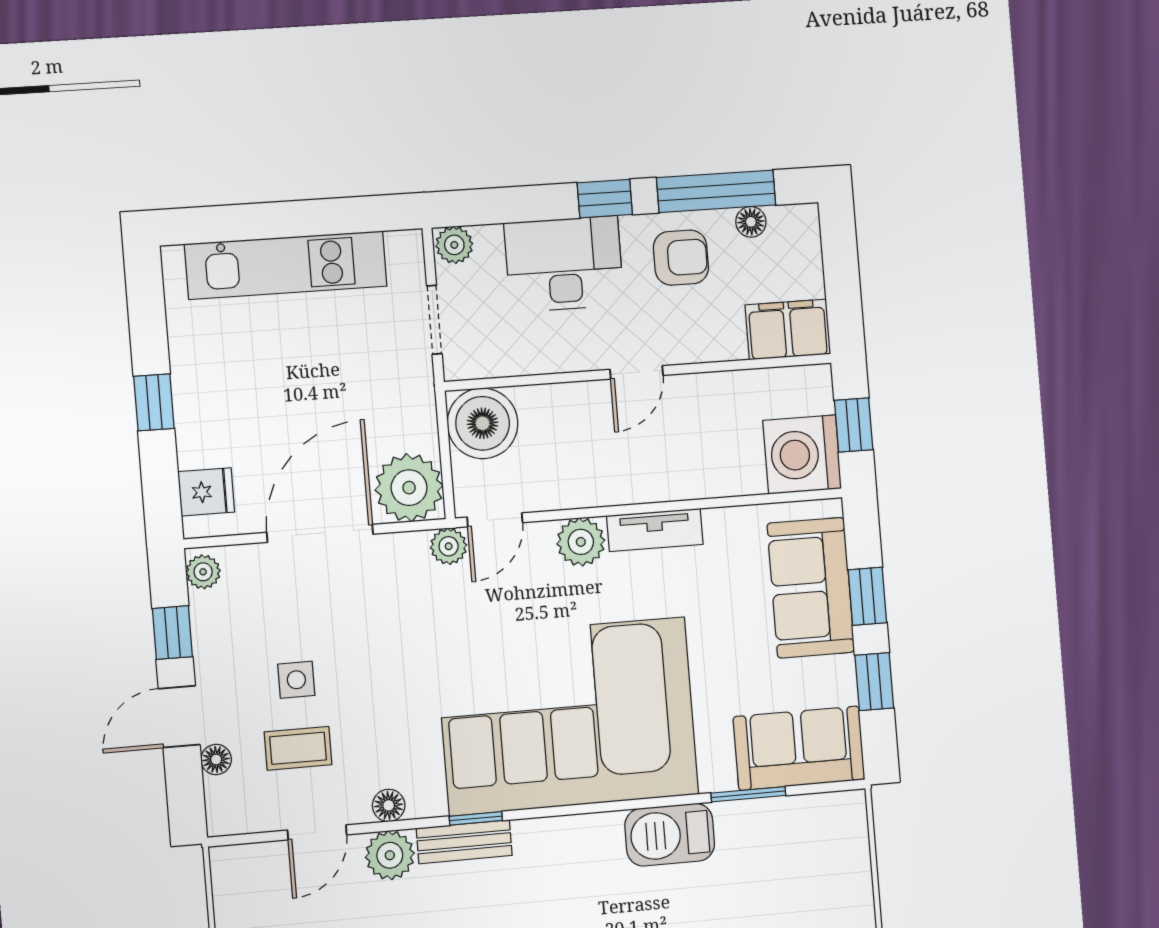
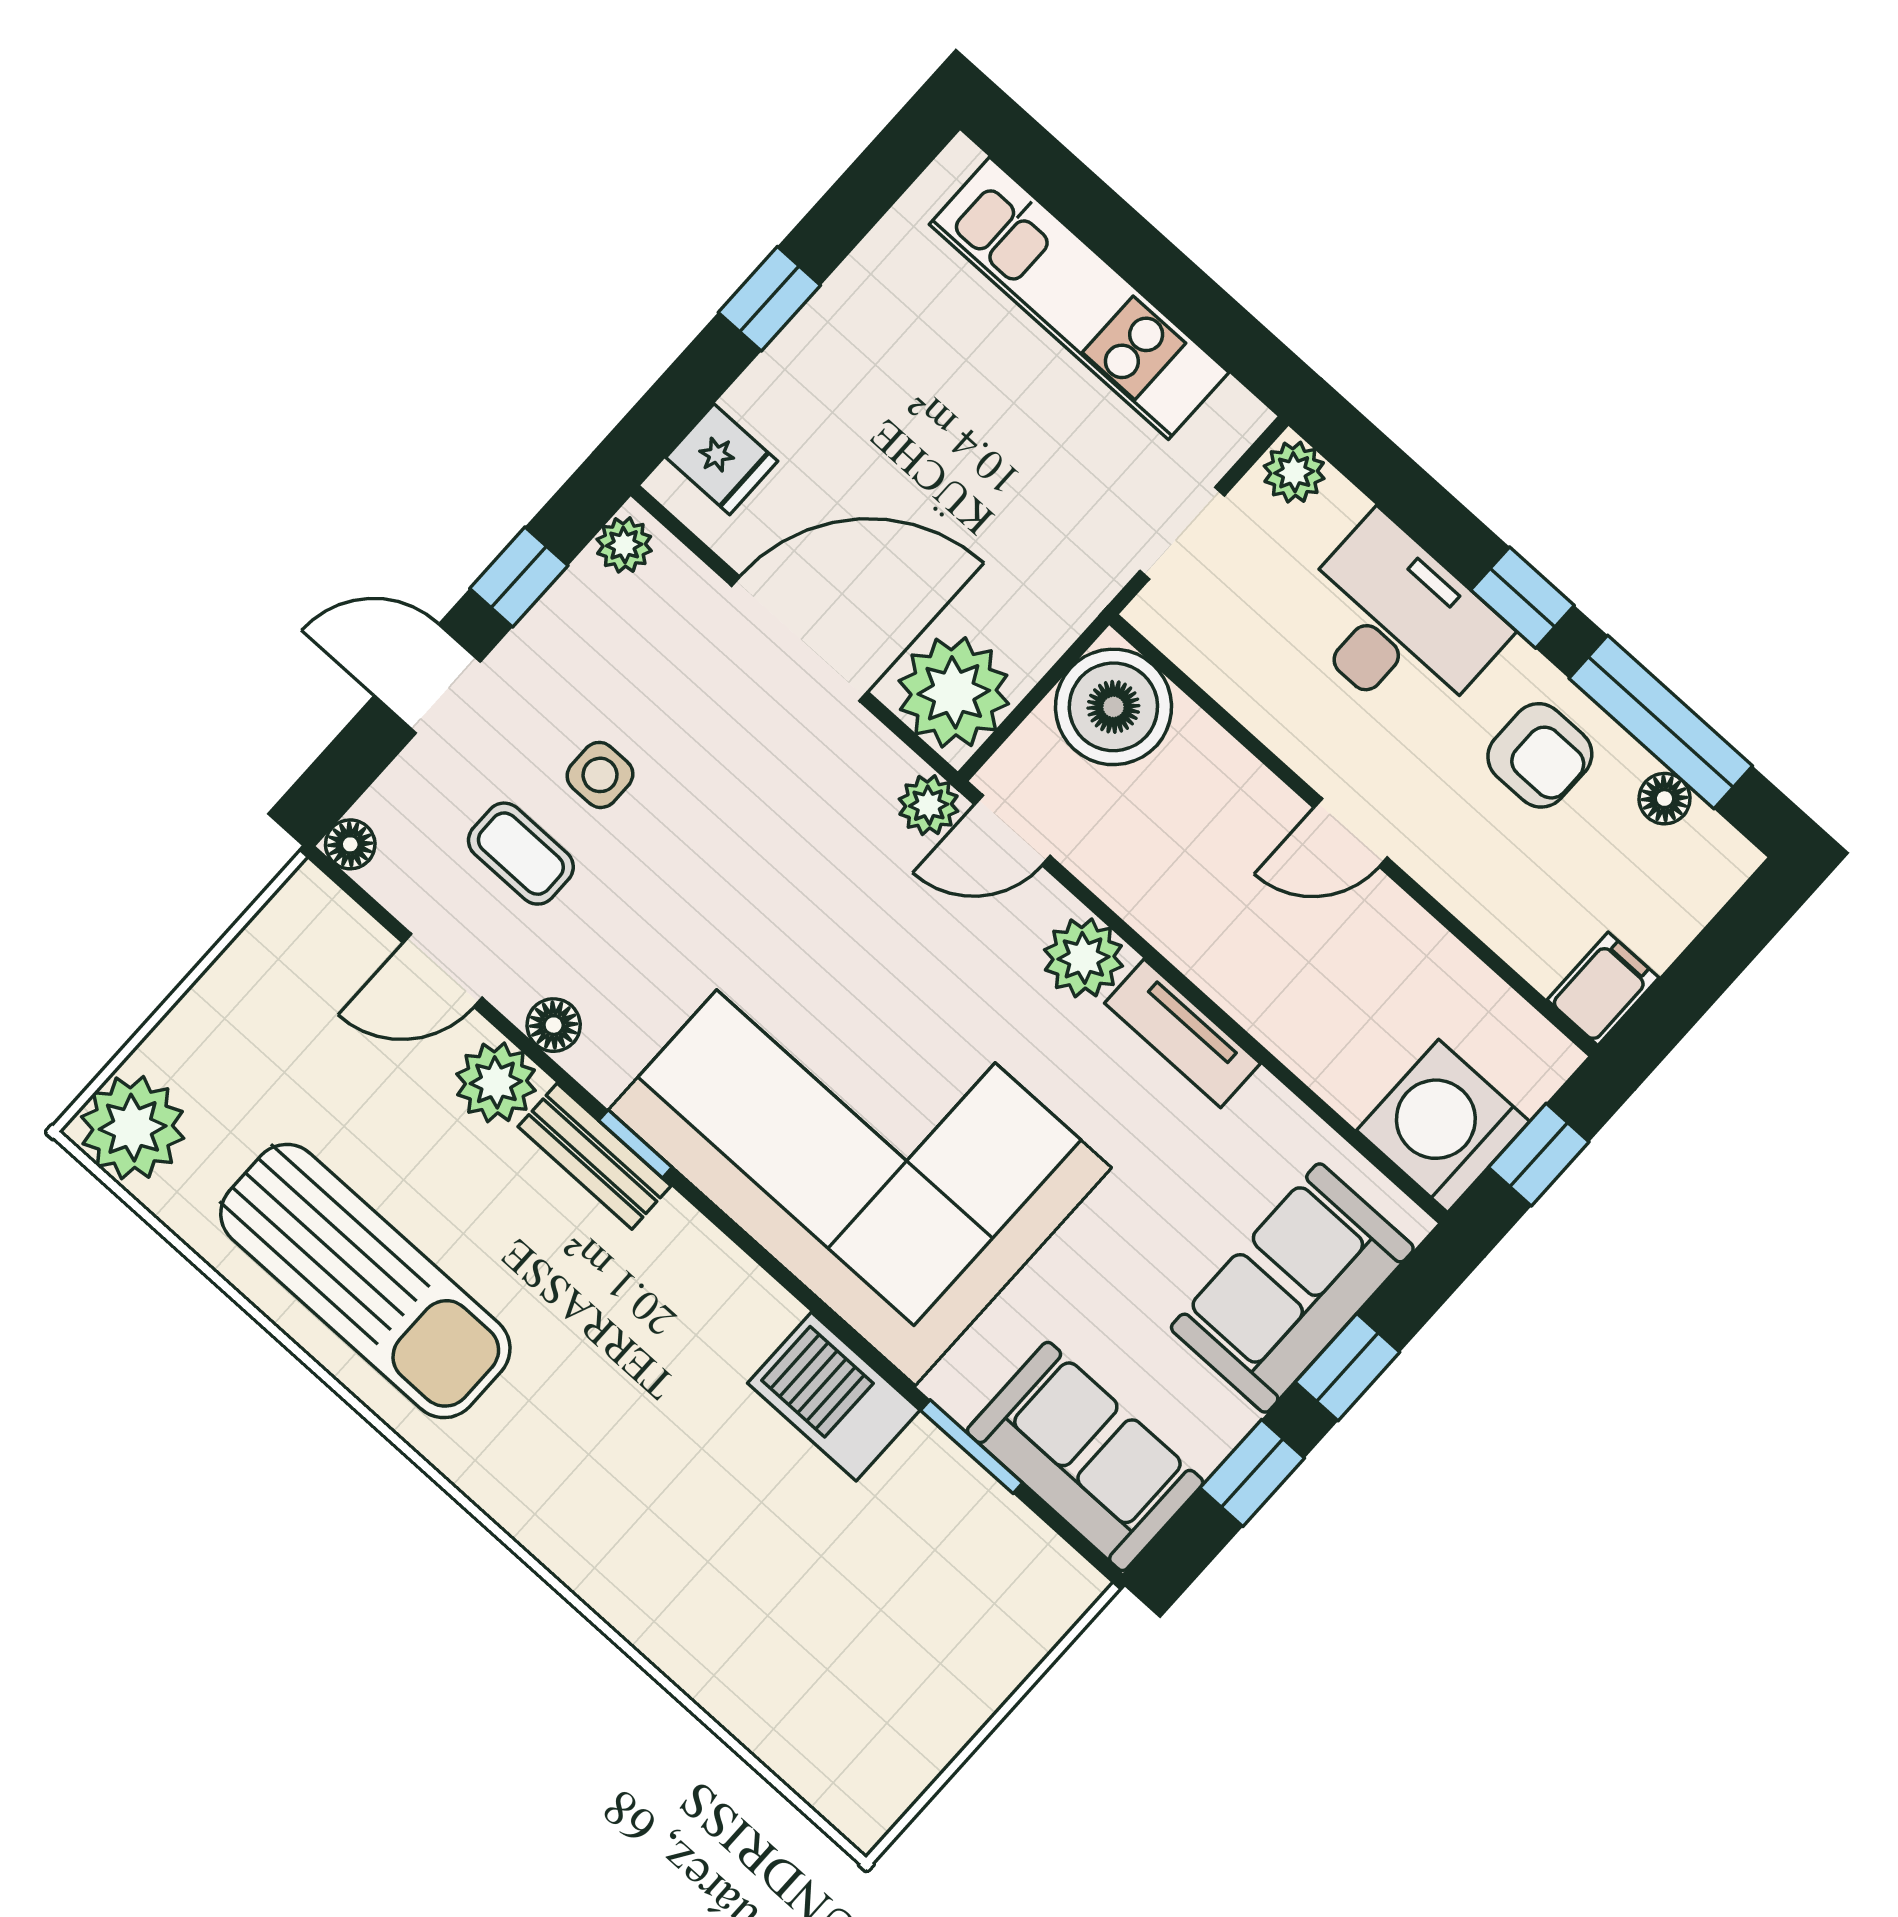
filing cabinet: (788, 330) -> (1603, 989), width x0.50
floor lamp: (216, 759) -> (350, 844), moved

